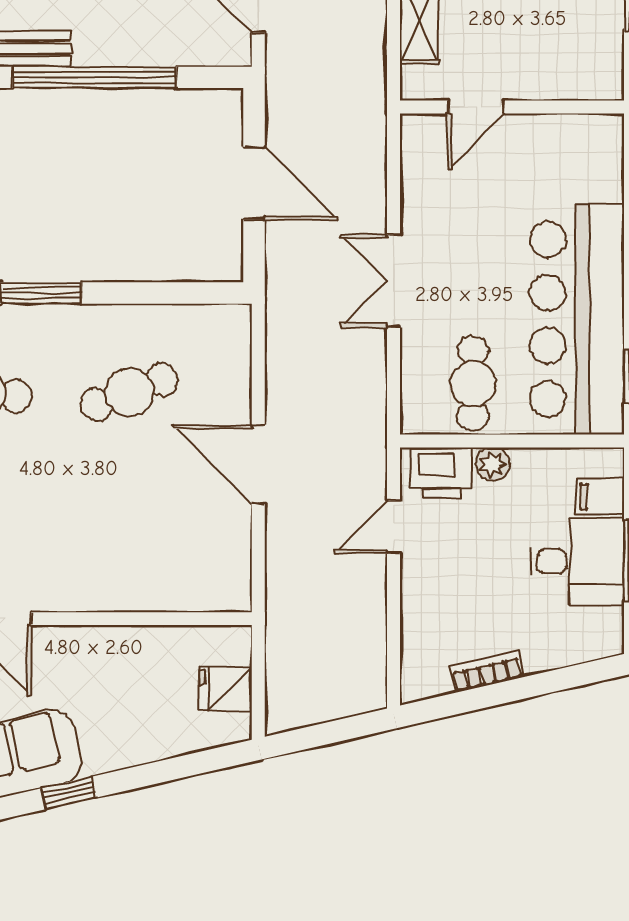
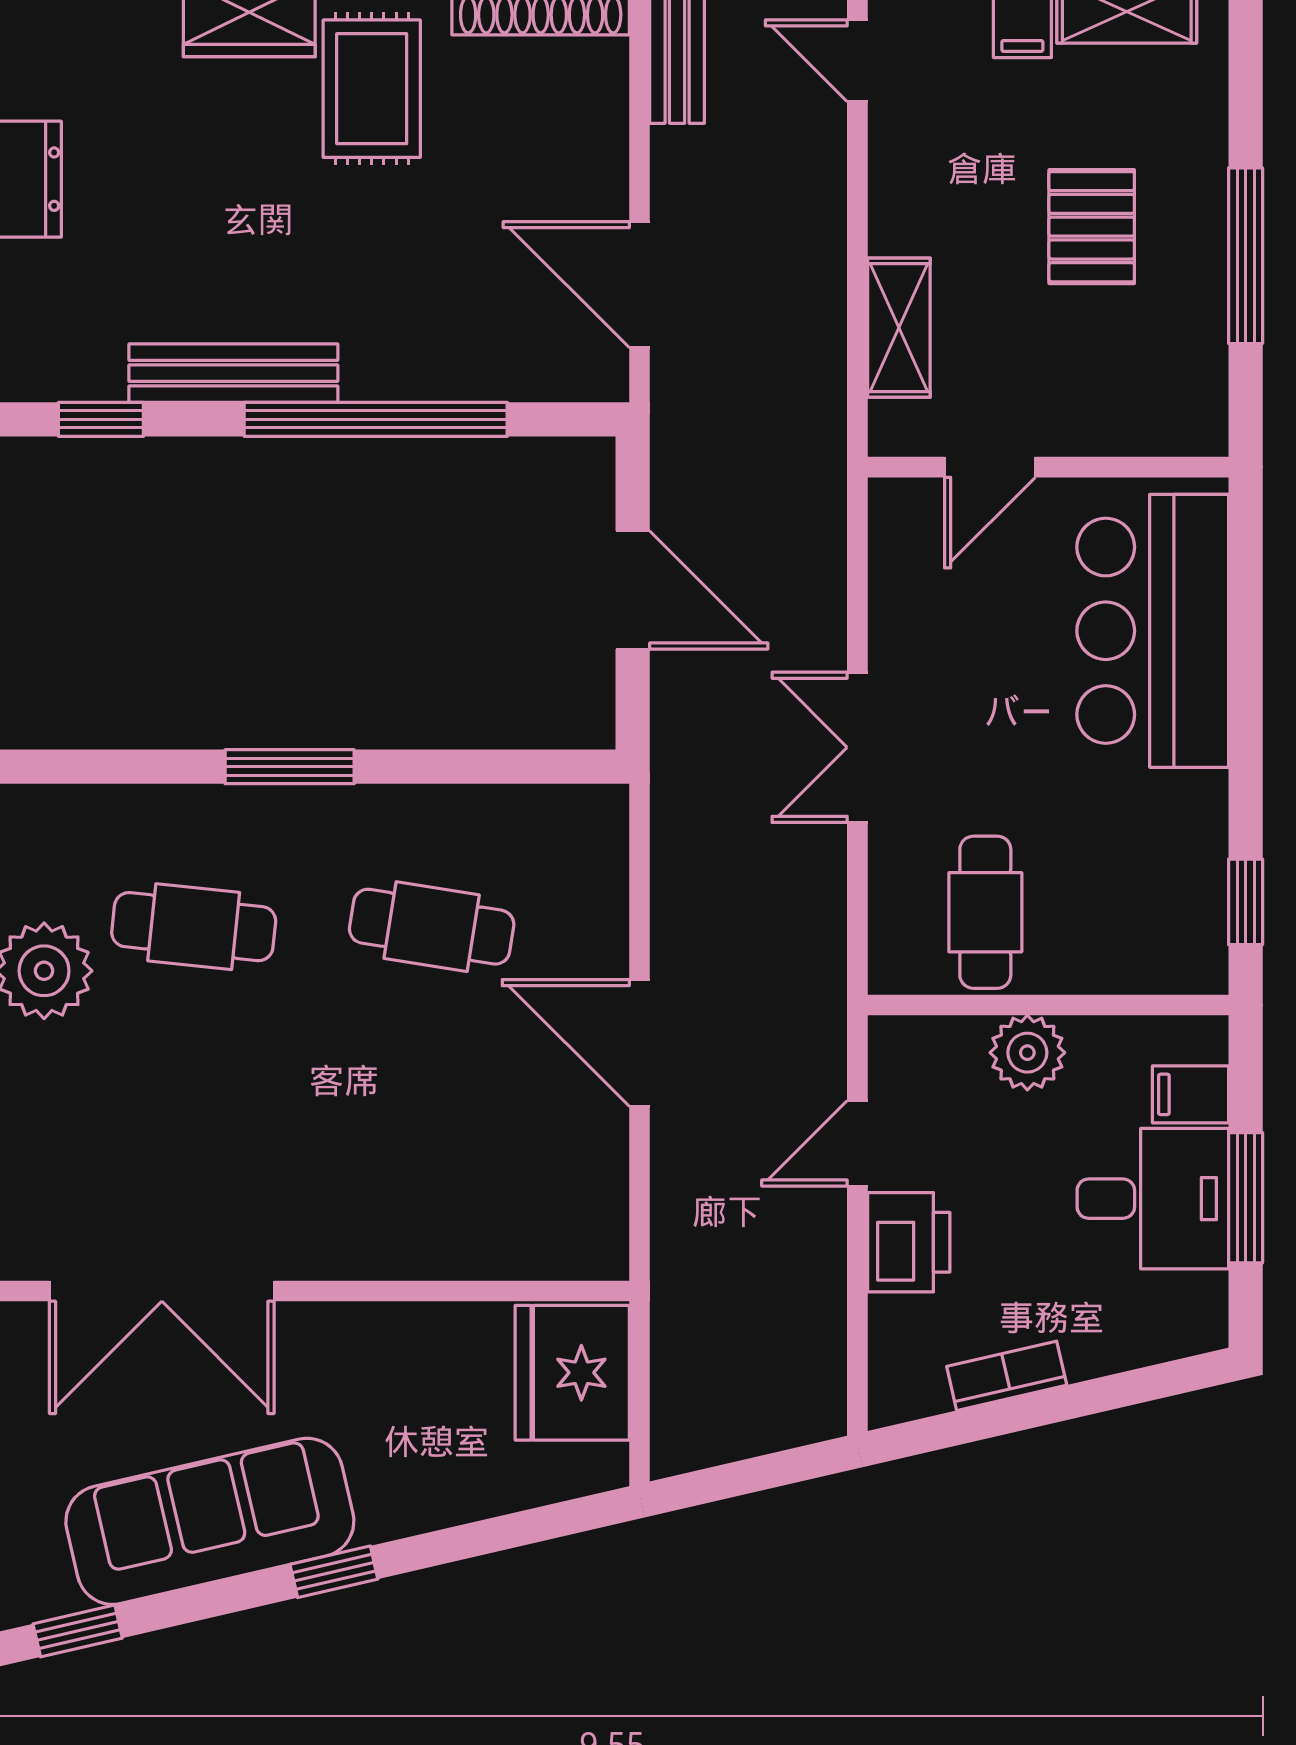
bar counter: (577, 319) -> (1153, 631), moved, width x0.73
cafe table: (129, 392) -> (432, 927), turned 30
plant: (493, 464) -> (1027, 1053), width x1.38, depth x1.38
printer: (442, 473) -> (909, 1242), moved, turned -90
fridge: (225, 689) -> (572, 1373), width x1.88, depth x1.34

